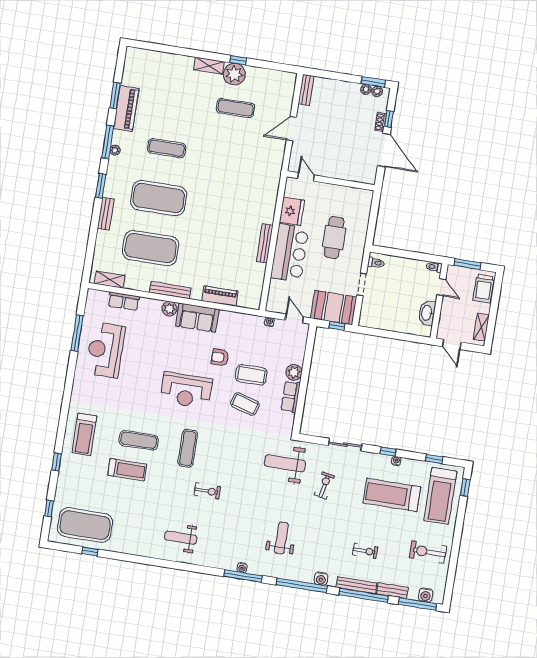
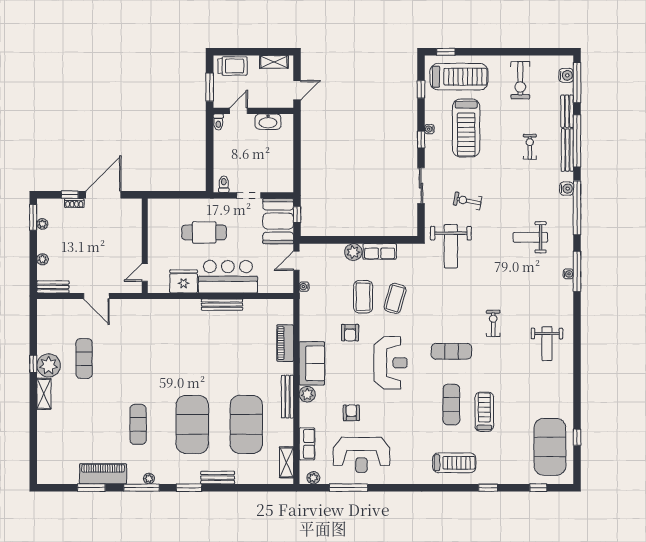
plant: (377, 91) -> (43, 259), moved
plant: (91, 302) -> (313, 478), added
armchair: (146, 347) -> (351, 413), added

